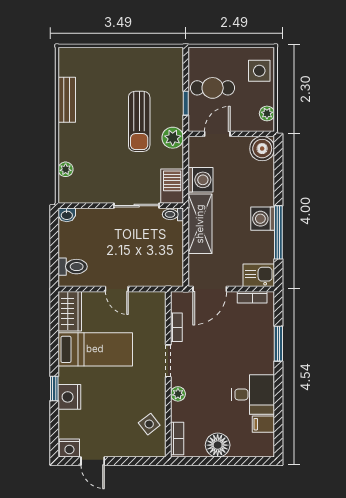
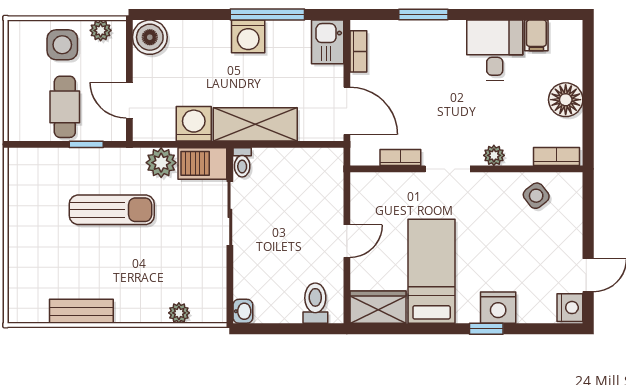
side table: (259, 71) -> (62, 45), moved
plant: (173, 138) -> (161, 163), moved

